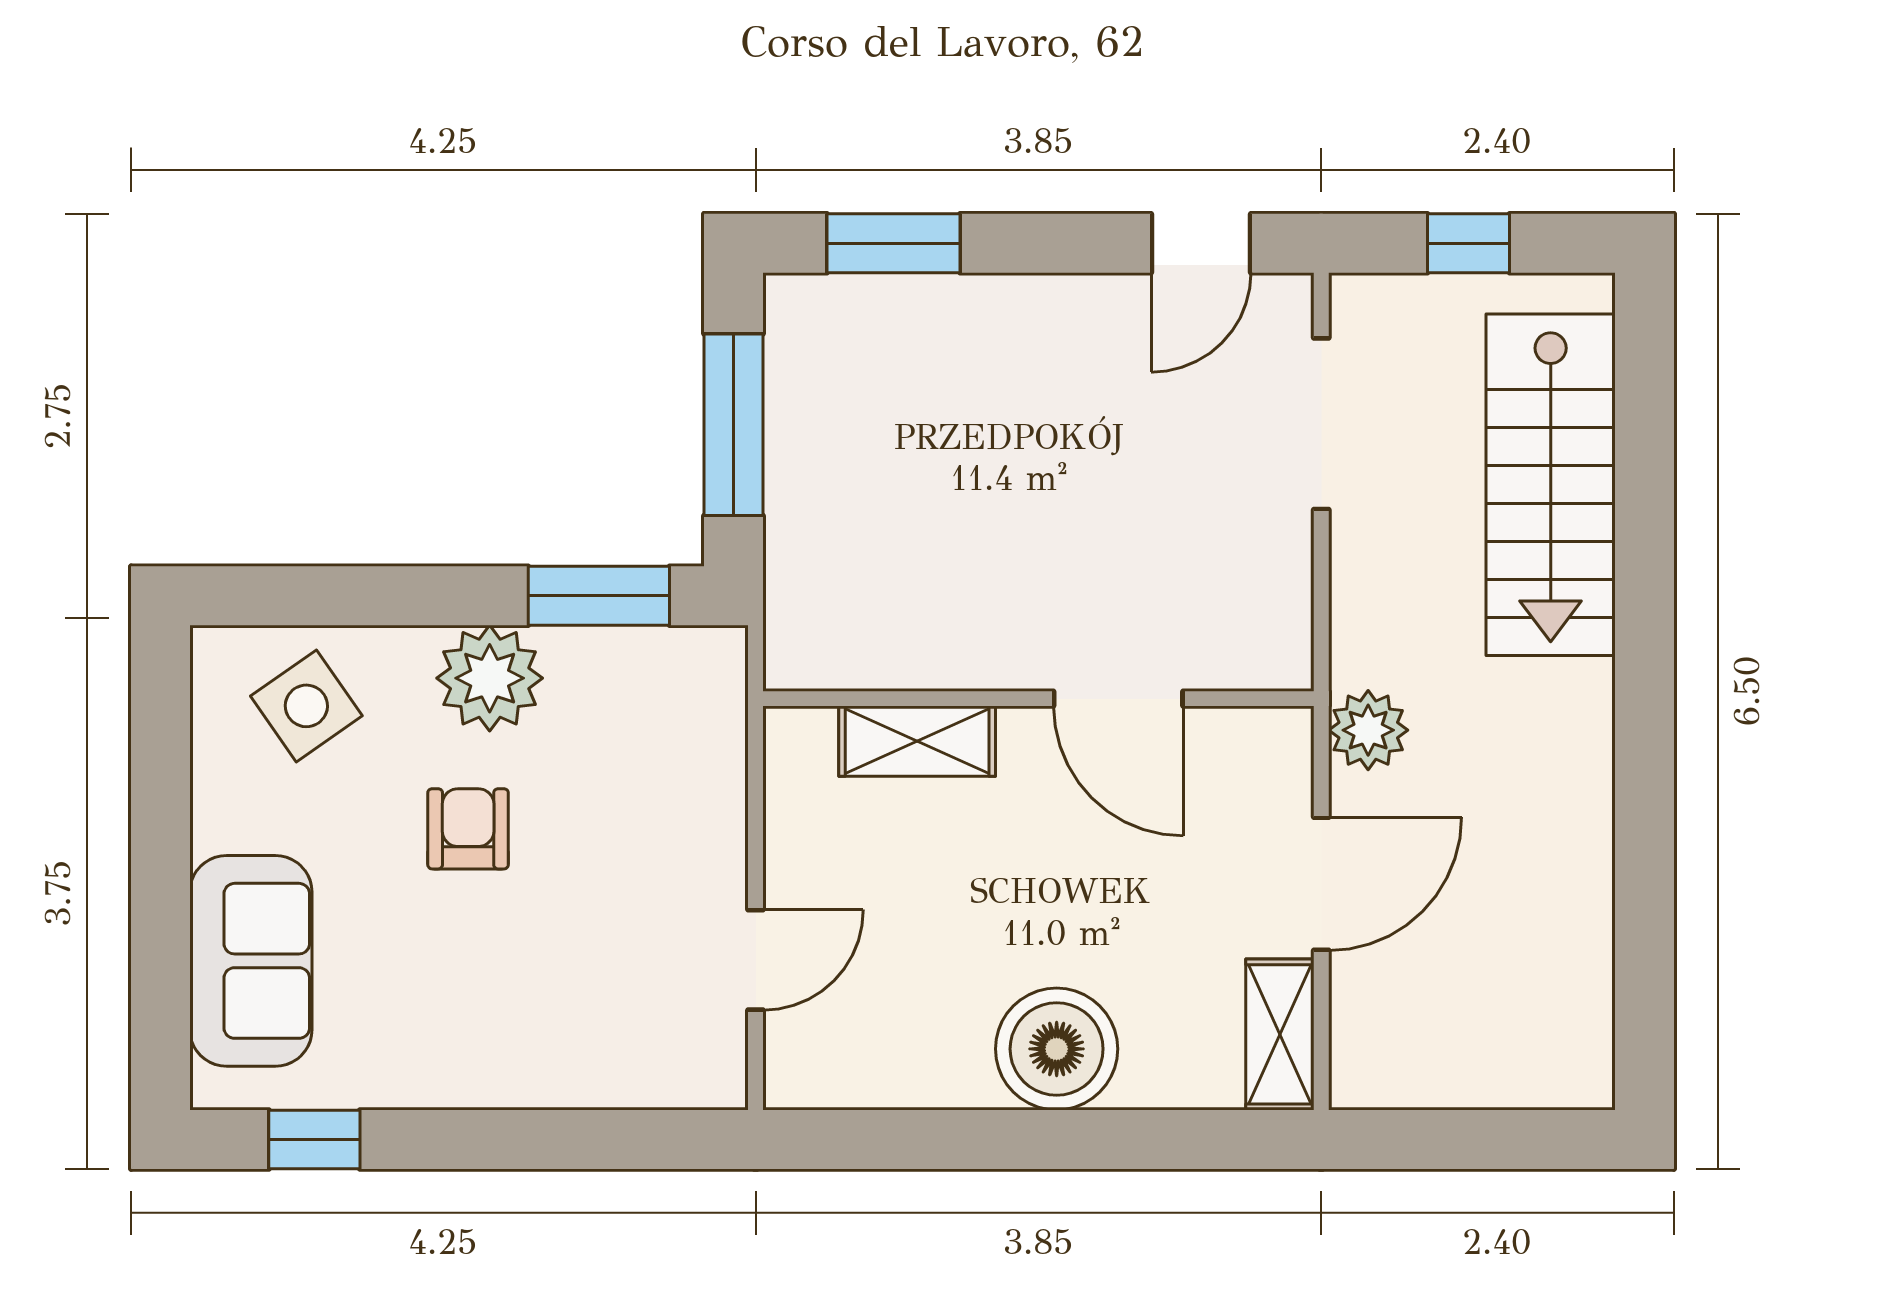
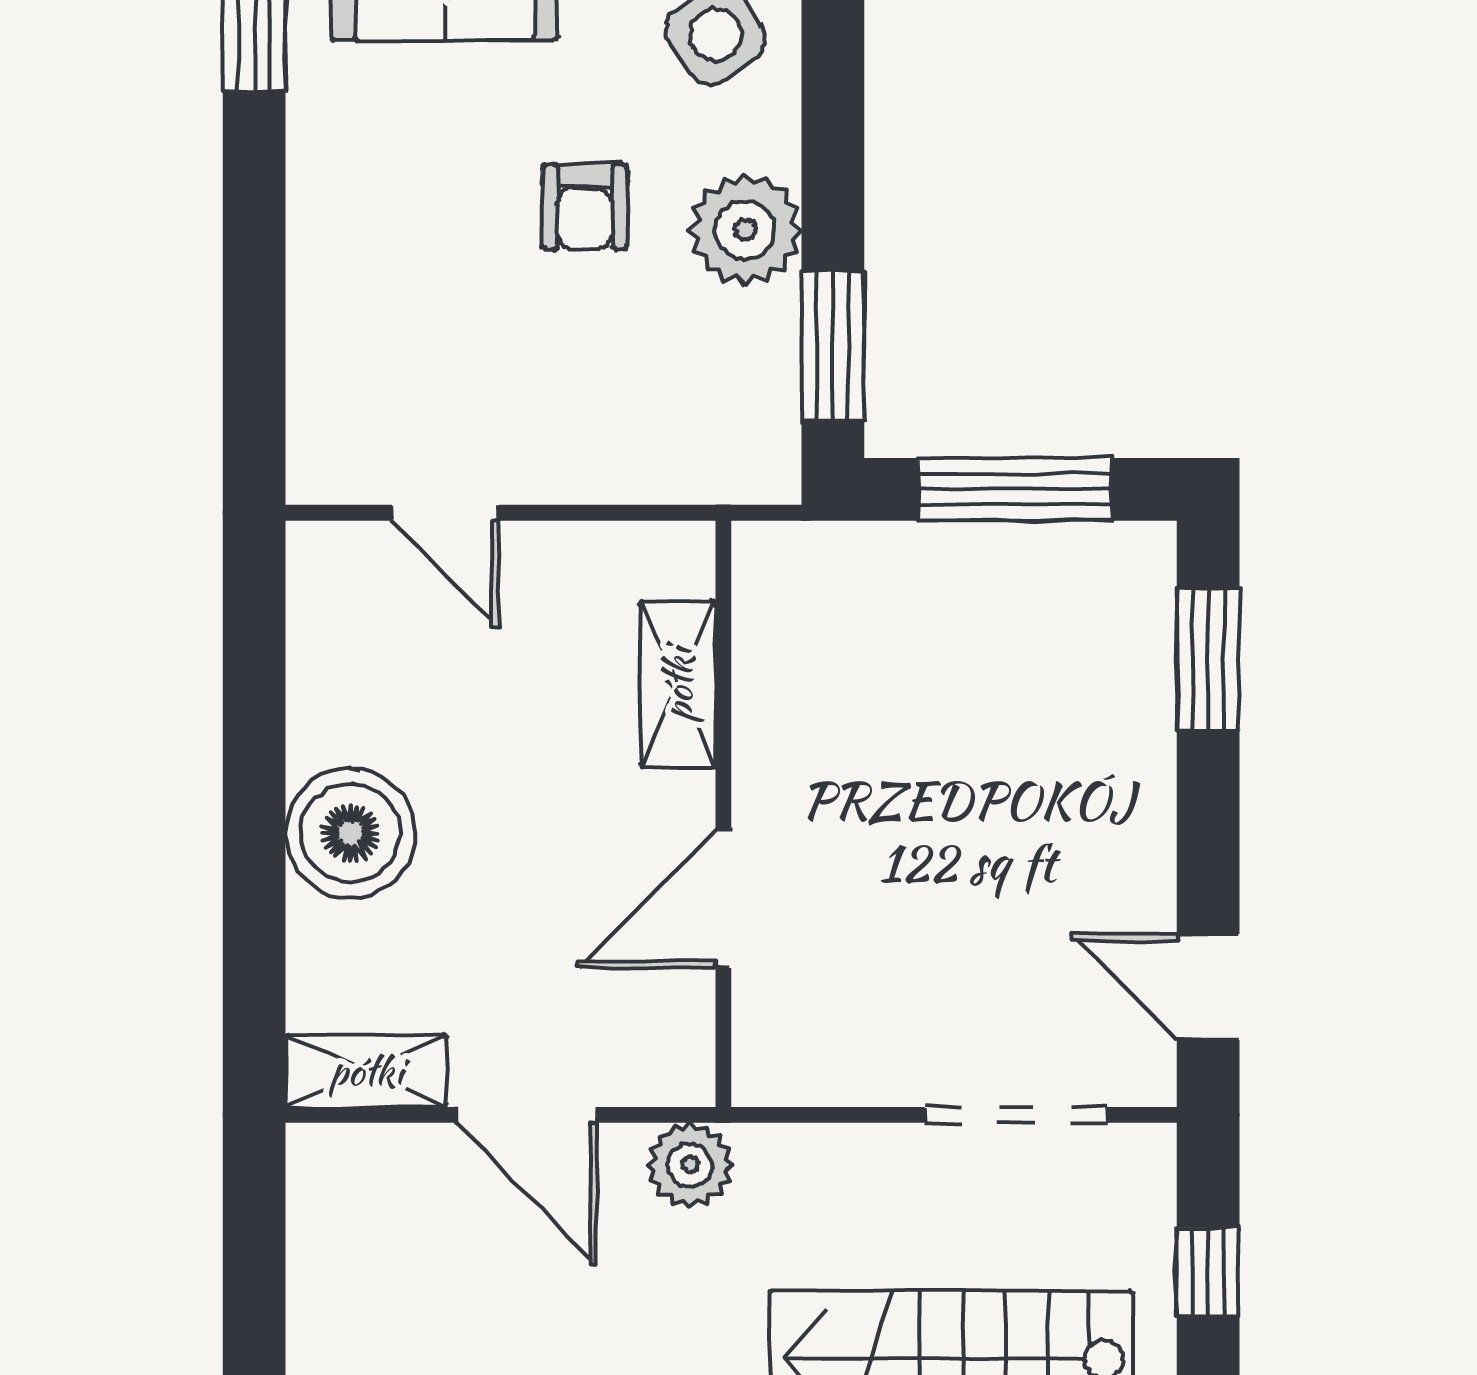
armchair: (468, 829) -> (585, 207), turned 90

